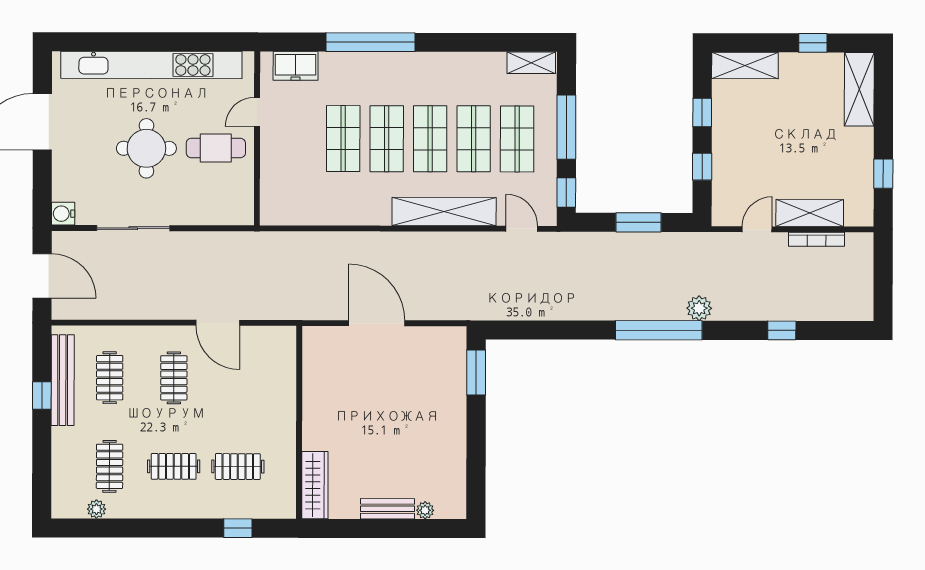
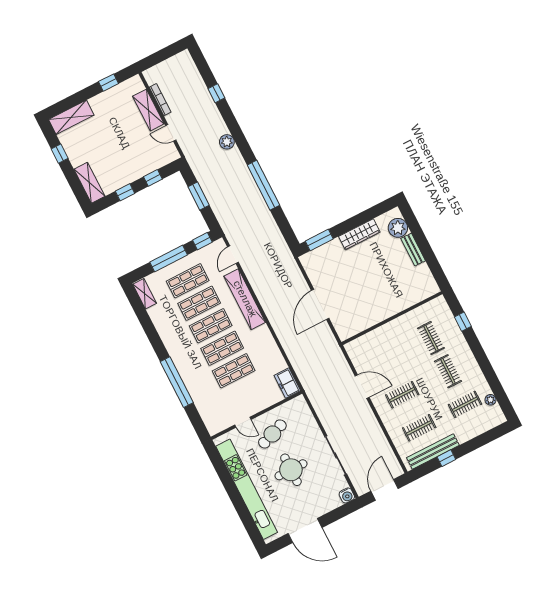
freezer: (296, 66) -> (287, 383), moved, turned 180
cafe table: (216, 148) -> (272, 434), turned 70
door: (218, 323) -> (362, 387), hinge flipped
window: (659, 330) -> (263, 185), moved
wardrobe: (315, 485) -> (359, 234), moved, turned 180
plant: (425, 510) -> (398, 228), width x1.88, depth x1.88

